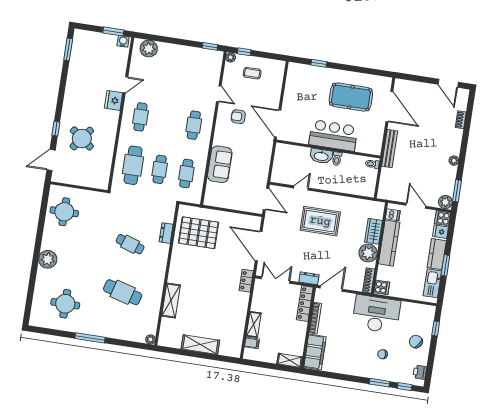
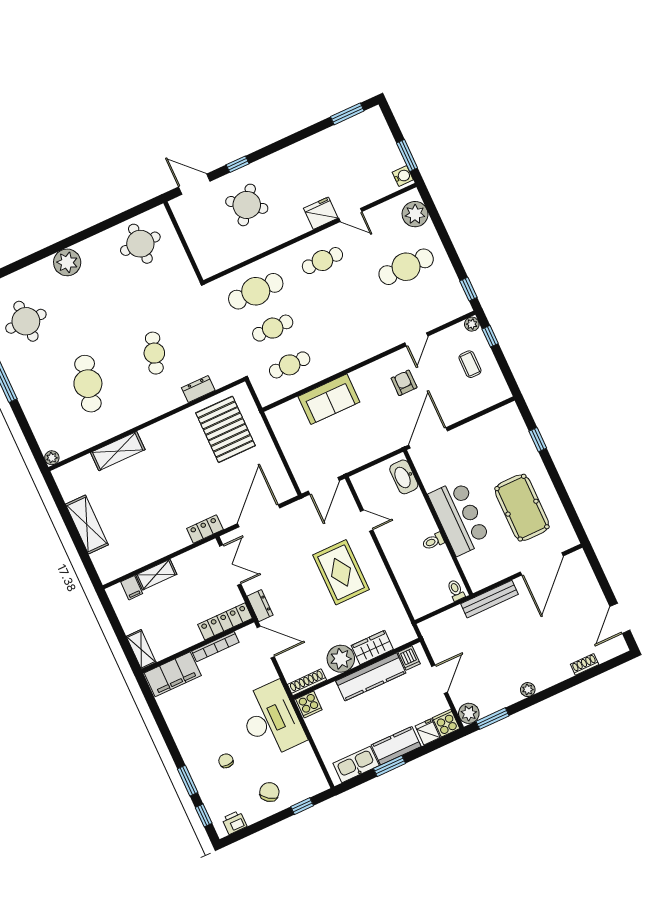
cafe table: (194, 125) -> (406, 267), moved, width x1.37, depth x1.35
washbasin: (321, 156) -> (404, 477), moved

